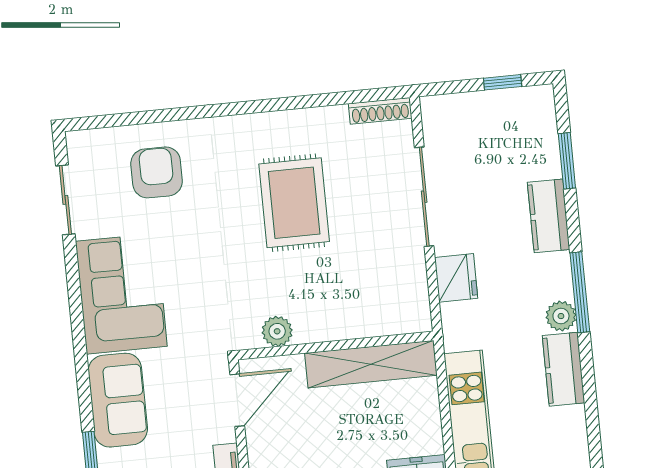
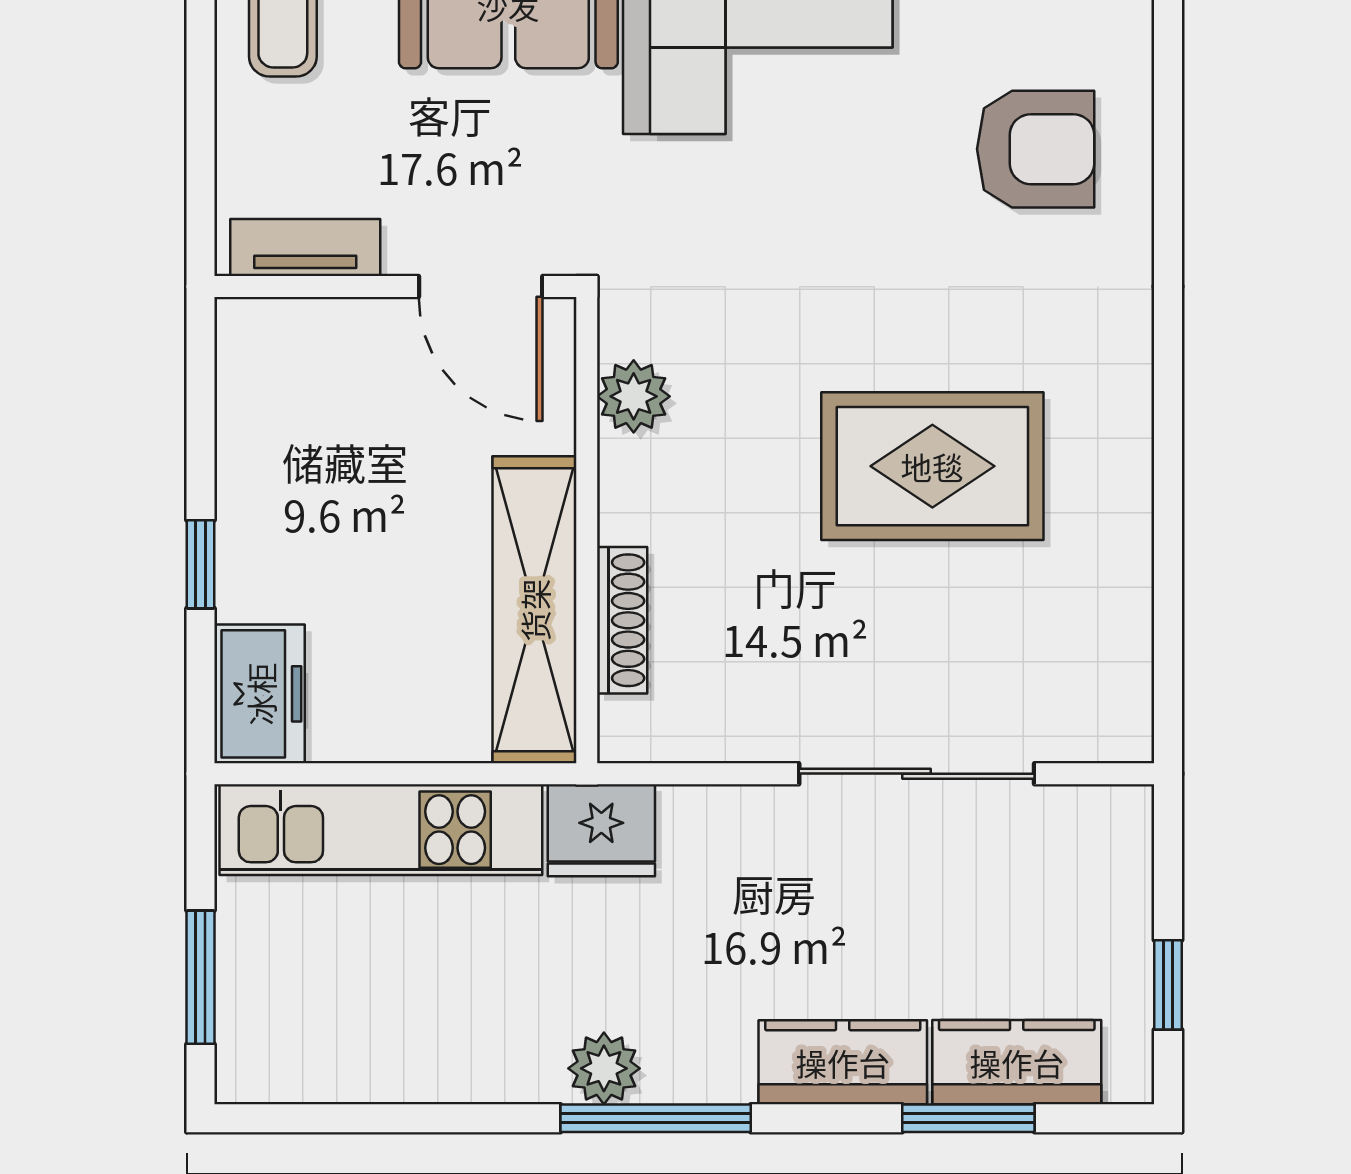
shoe rack: (380, 111) -> (622, 620), moved, turned 180
fridge: (456, 278) -> (601, 830), moved
kitchen counter: (564, 369) -> (1017, 1062), moved

